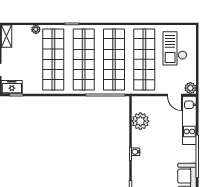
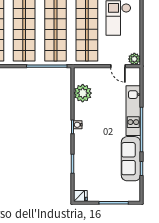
kitchen unit: (189, 120) -> (133, 111), moved

